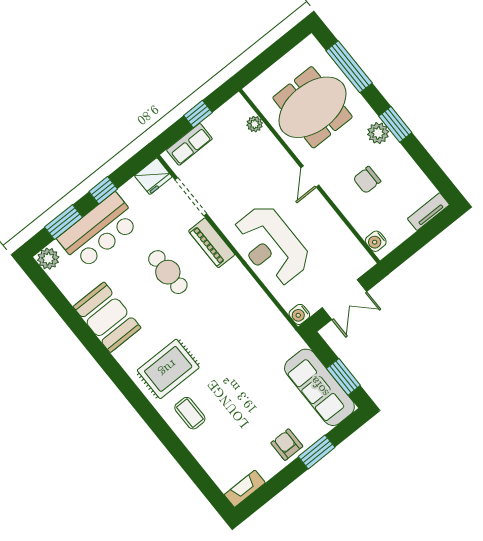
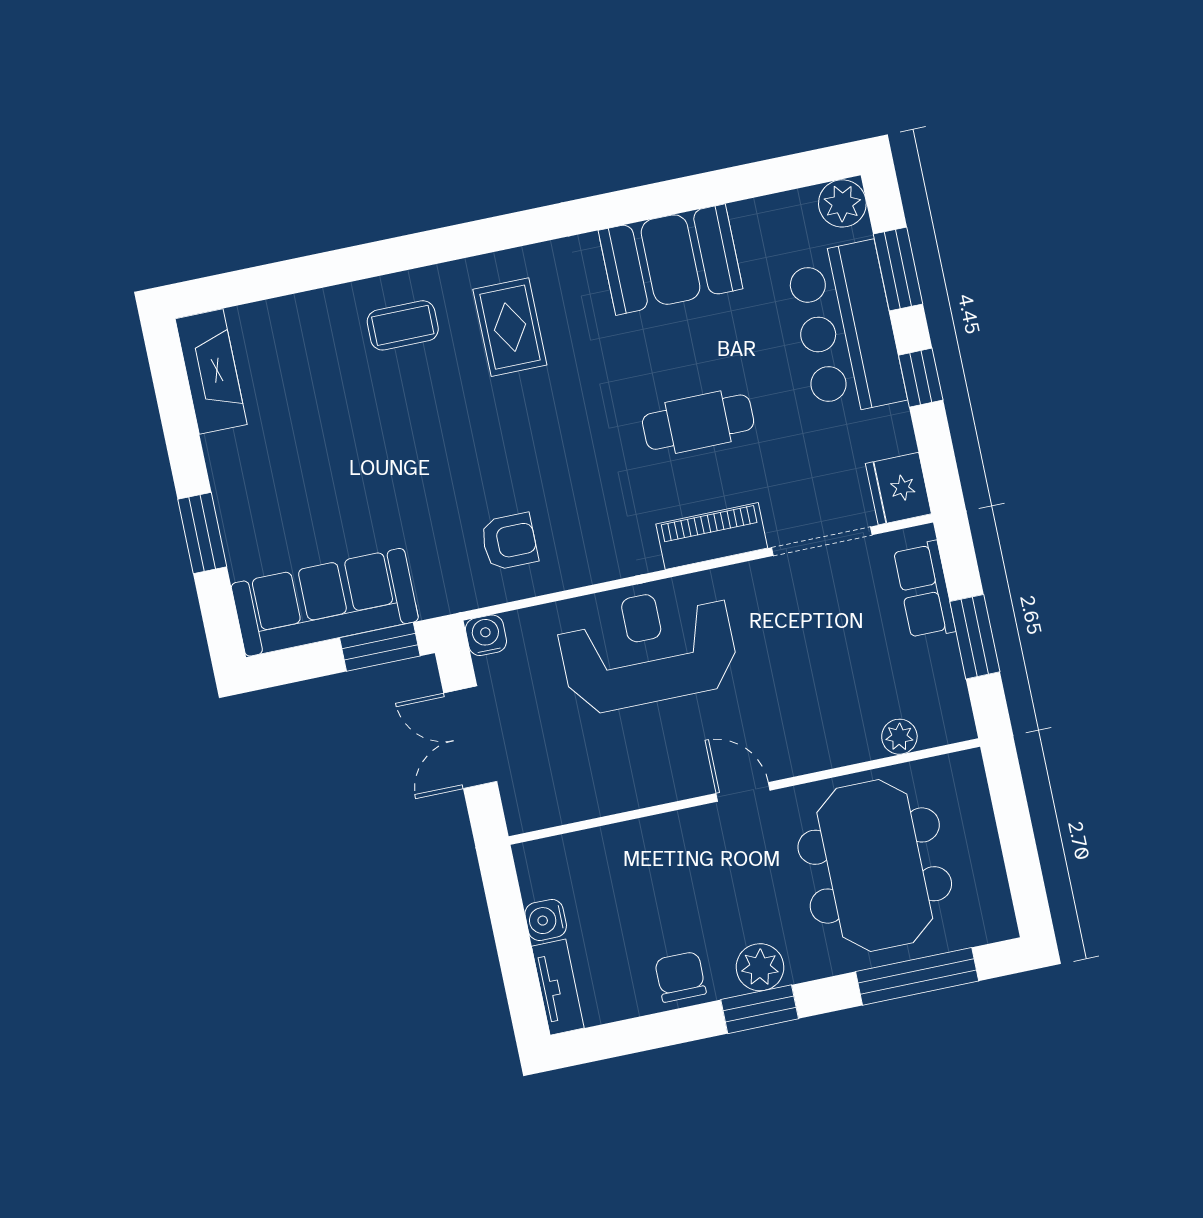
window: (198, 114) -> (975, 637), width x1.50
chair: (367, 180) -> (680, 977), moved
water cooler: (376, 241) -> (546, 920), moved, turned -90
rug: (168, 369) -> (510, 327), width x0.73, depth x0.70
window: (343, 377) -> (380, 647), moved
armchair: (287, 445) -> (509, 542), moved
fireplace: (245, 489) -> (211, 372), width x1.37, depth x1.32

